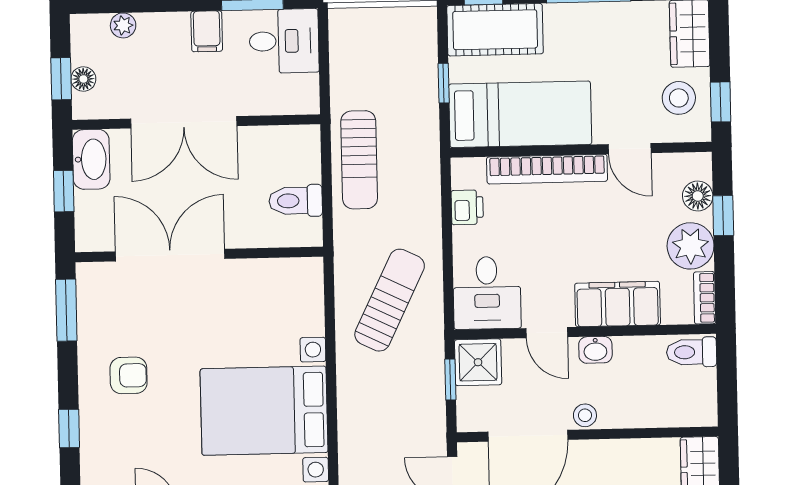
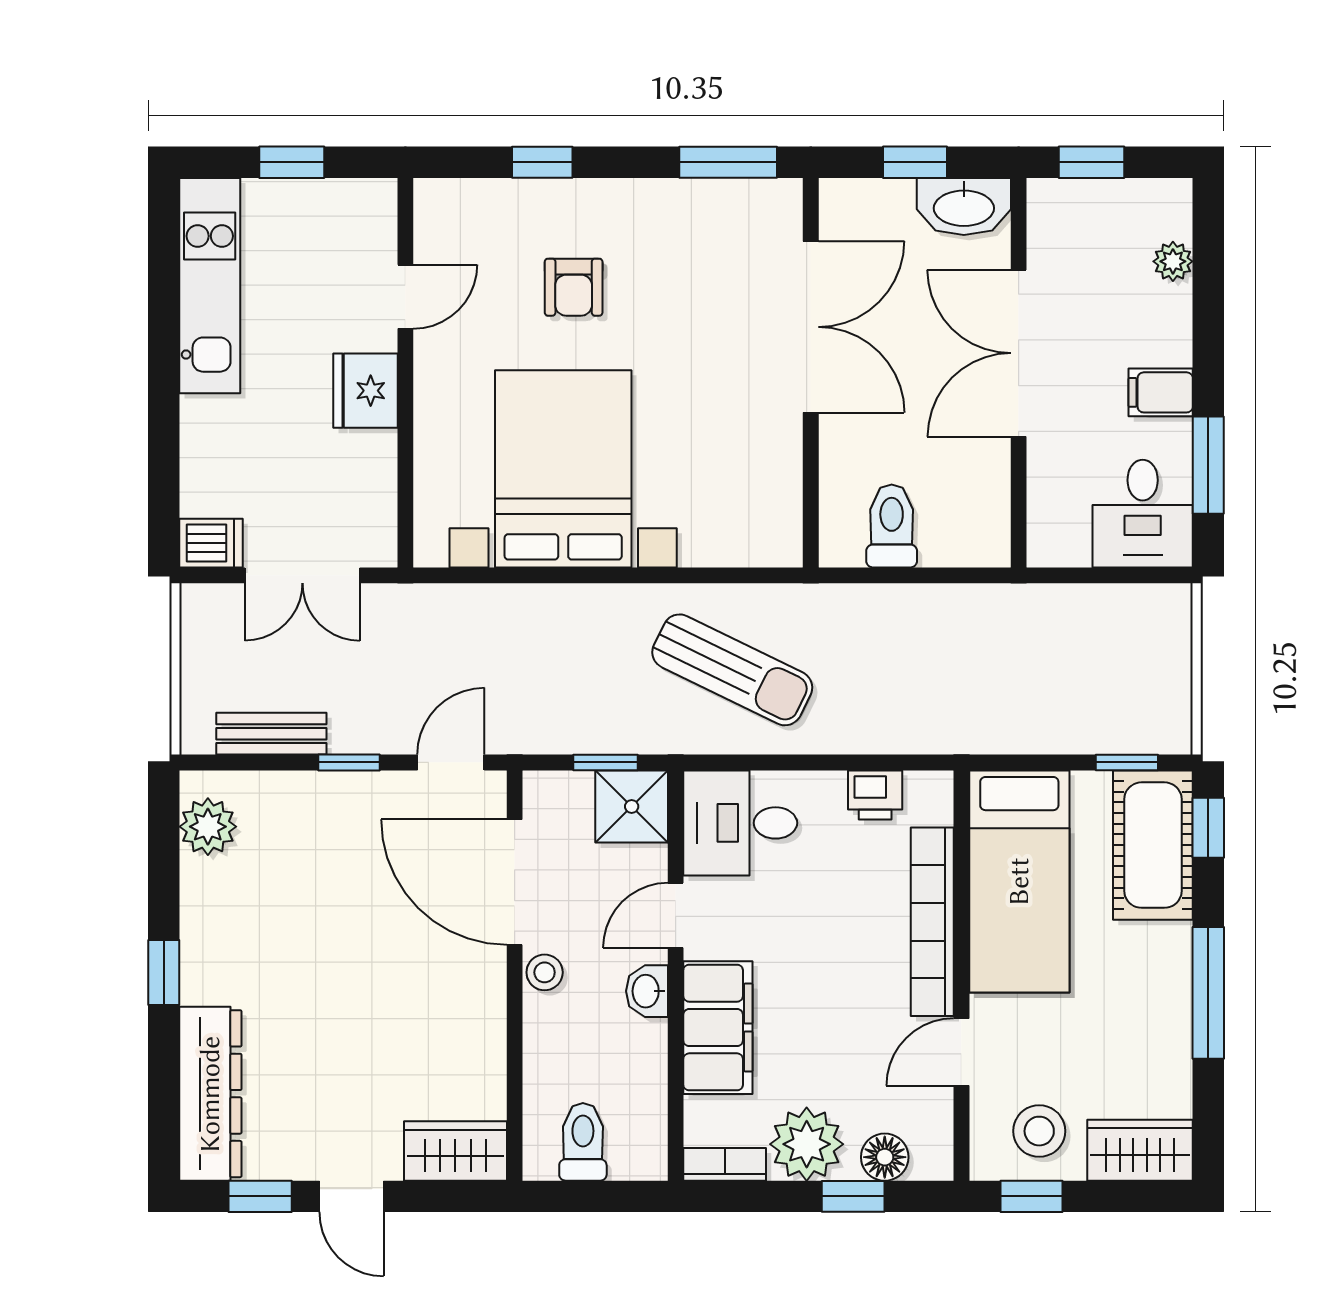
floor lamp: (83, 79) -> (1090, 197), removed
window: (444, 83) -> (1127, 762), moved
sun lounger: (359, 160) -> (954, 627), removed
toilet: (692, 352) -> (583, 1142), moved
armchair: (129, 375) -> (574, 287), moved

